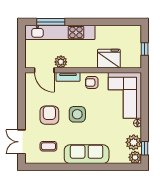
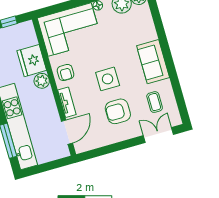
plant: (61, 62) -> (42, 81), moved
double door: (22, 142) -> (158, 135), swing flipped
sofa: (87, 154) -> (153, 62), width x0.73

